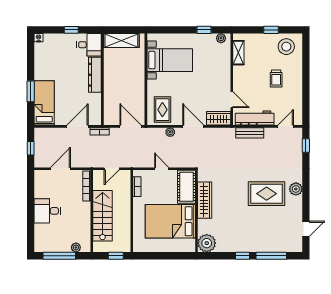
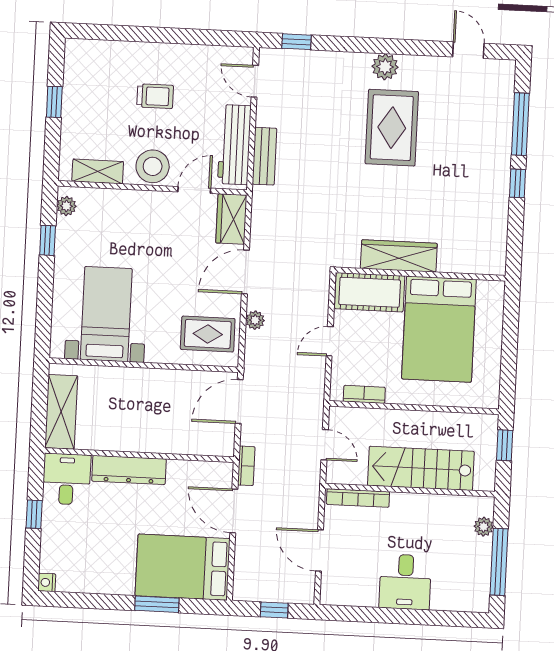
stool: (286, 47) -> (153, 166), moved
bed: (44, 103) -> (183, 567), width x1.50
plant: (207, 243) -> (488, 256), removed

